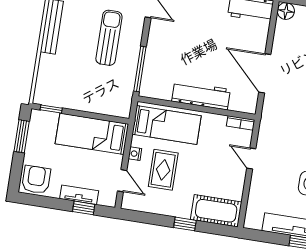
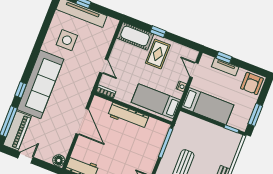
rug: (163, 170) -> (158, 54), moved

